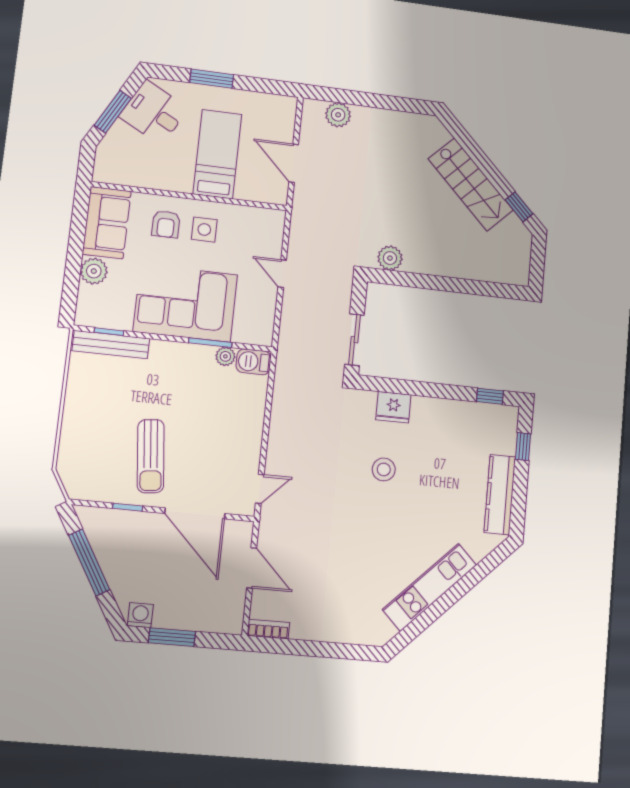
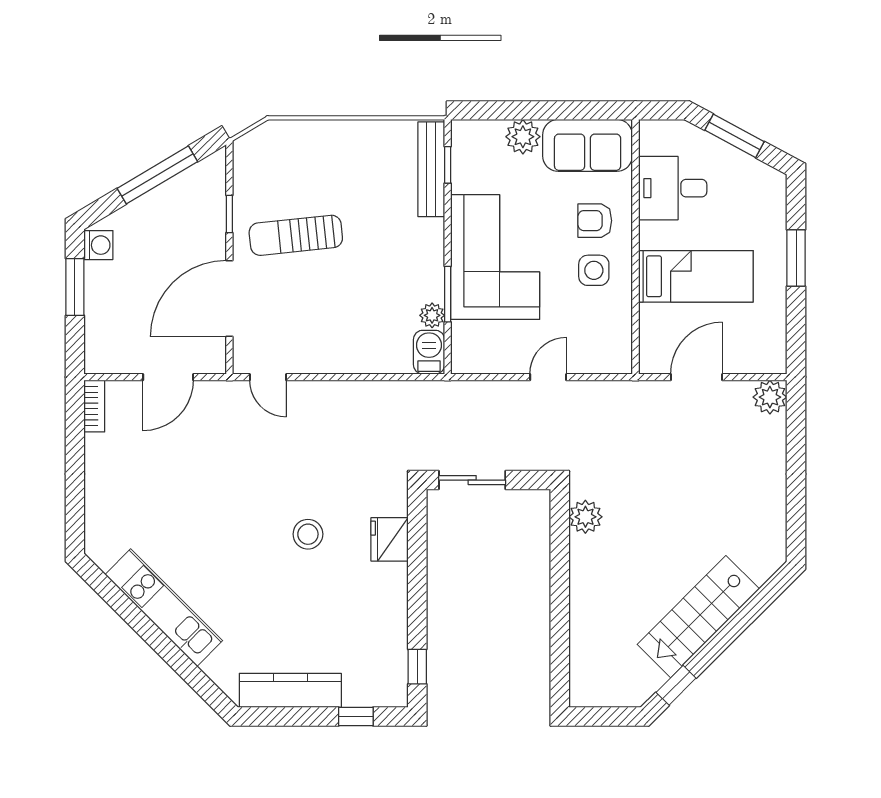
desk: (154, 112) -> (673, 188), moved, turned -118
plant: (338, 115) -> (770, 397), moved

